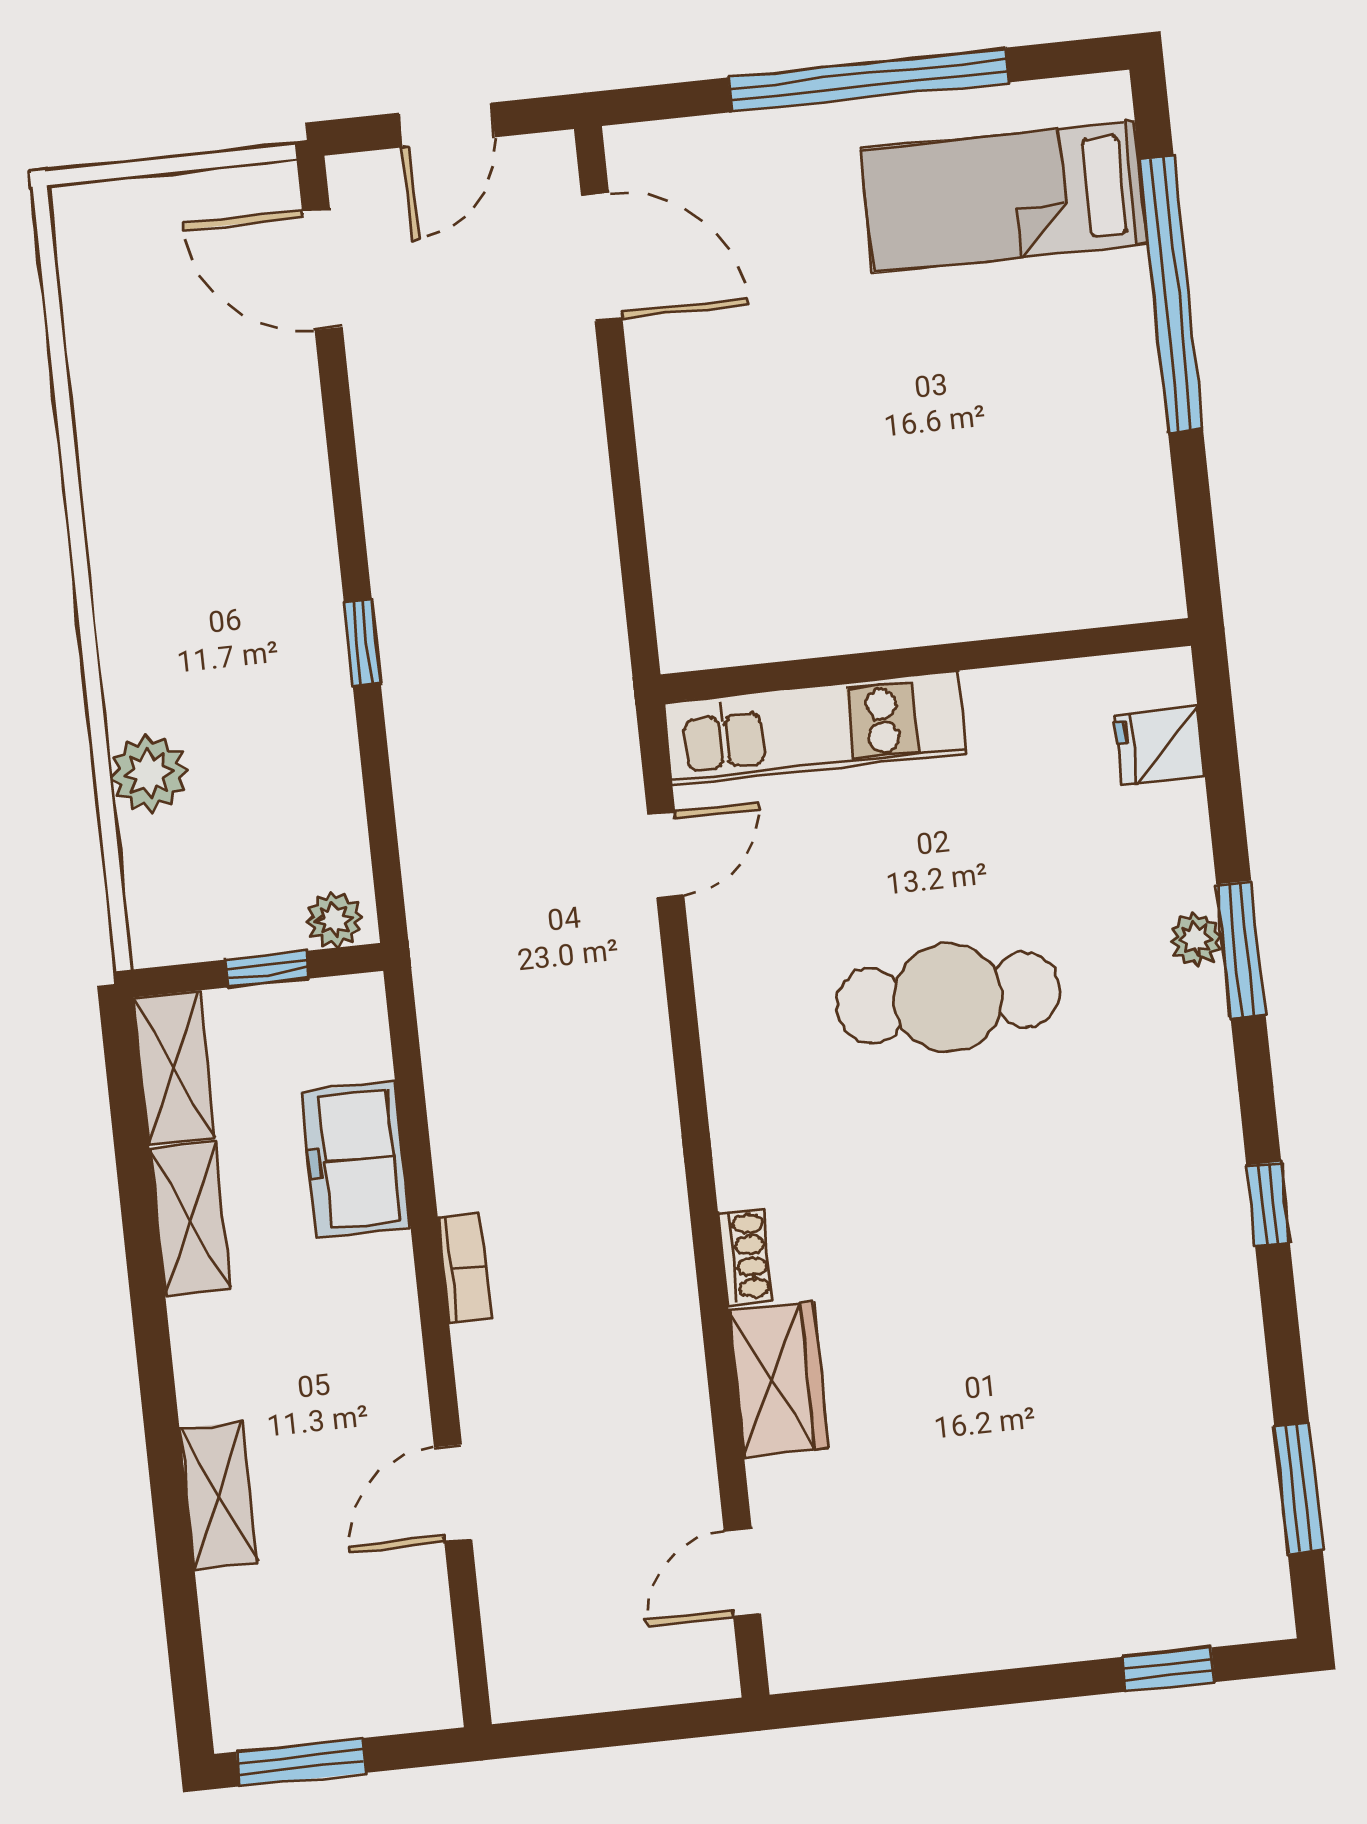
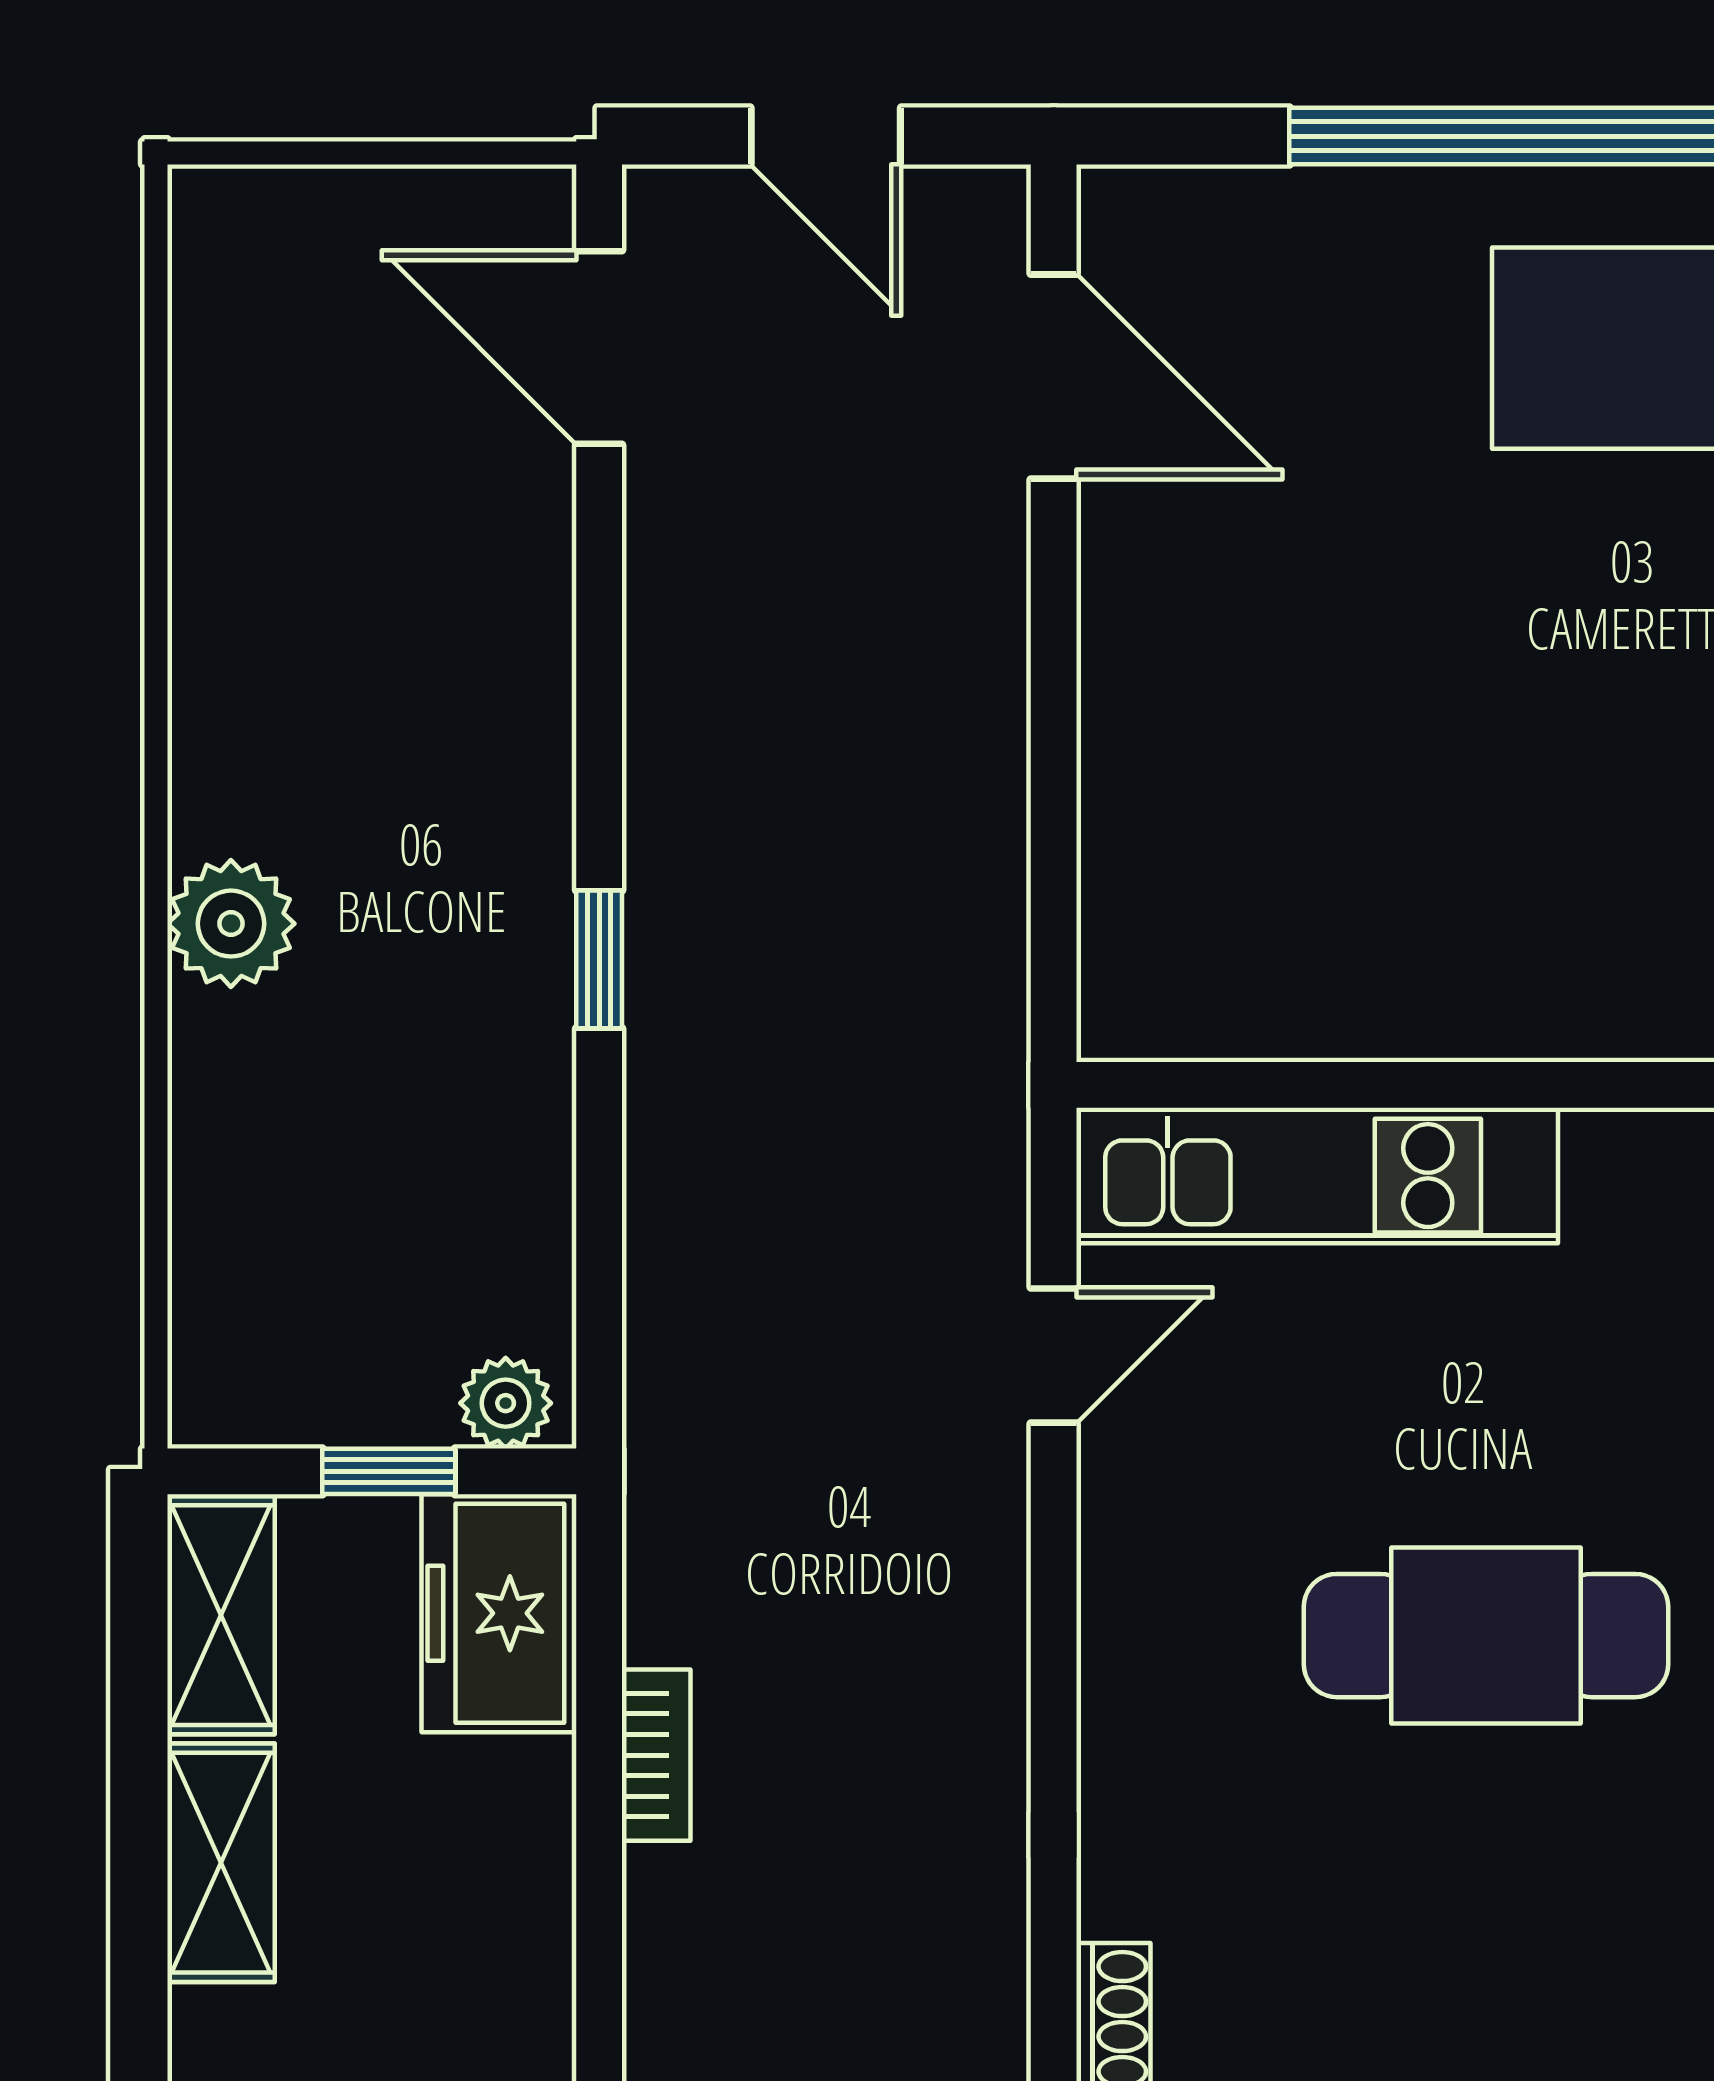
door: (447, 125) -> (826, 136), hinge flipped
plant: (149, 773) -> (231, 924), moved
freezer: (356, 1159) -> (499, 1613), moved
bookcase: (464, 1267) -> (656, 1755), moved

